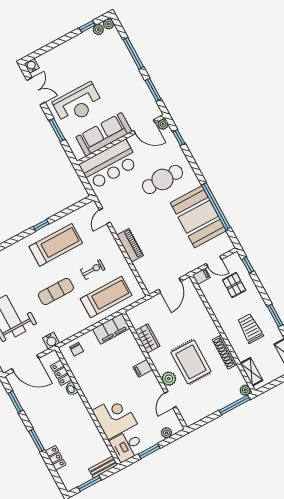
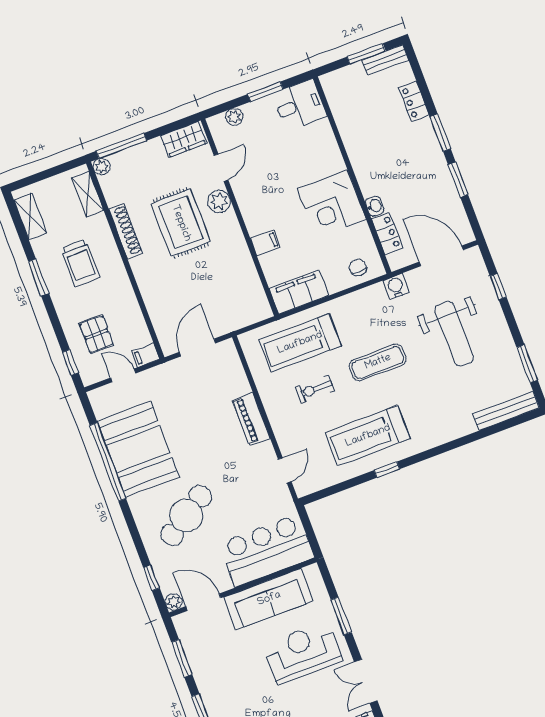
cafe table: (162, 179) -> (186, 515), turned -33
wardrobe: (148, 338) -> (184, 139), moved, turned -90
filing cabinet: (143, 368) -> (265, 243), moved
window: (16, 402) -> (458, 180), moved
corner desk: (115, 417) -> (332, 204), moved
bench: (103, 467) -> (385, 60), moved

